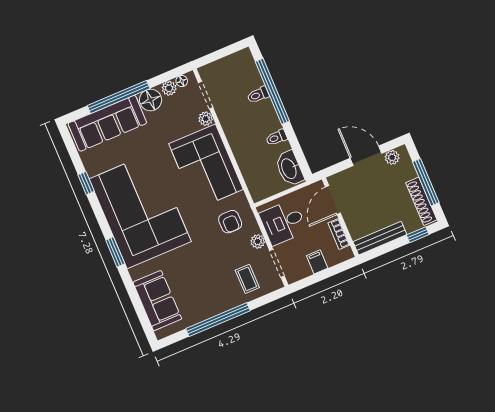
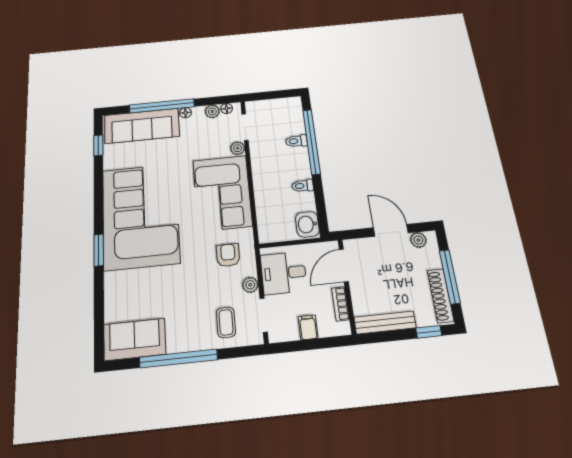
floor lamp: (151, 100) -> (185, 113), width x0.53, depth x0.53
washbasin: (289, 168) -> (307, 224), width x0.72
window: (86, 183) -> (98, 145), moved
armchair: (230, 222) -> (228, 255), turned 180
sofa: (157, 301) -> (135, 339), moved, turned -90

